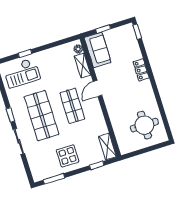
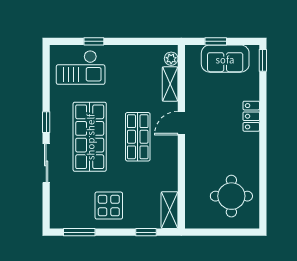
sofa: (98, 50) -> (225, 59), moved, turned 90

